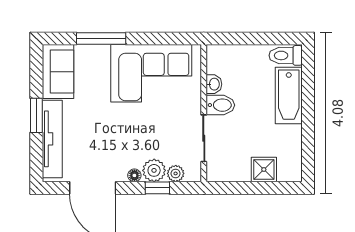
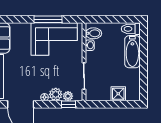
window: (101, 39) -> (48, 19), moved
bidet: (220, 105) -> (93, 33), moved
window: (157, 188) -> (69, 104), moved

